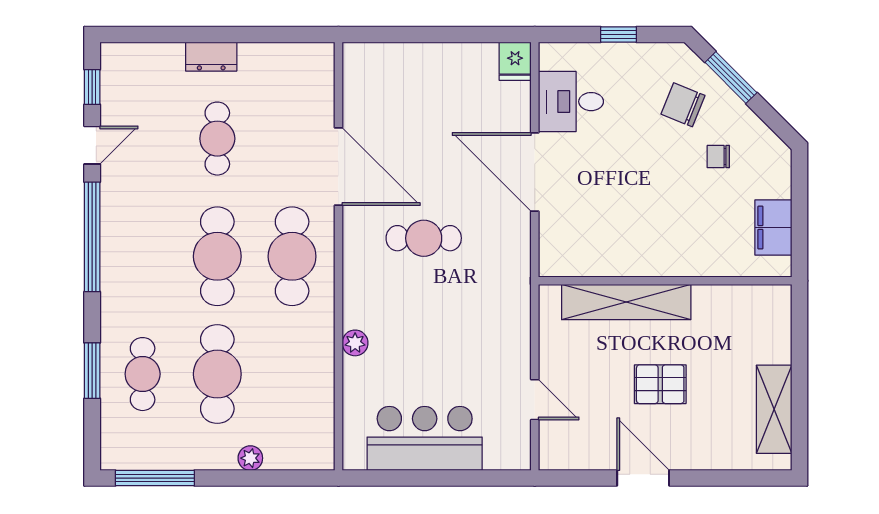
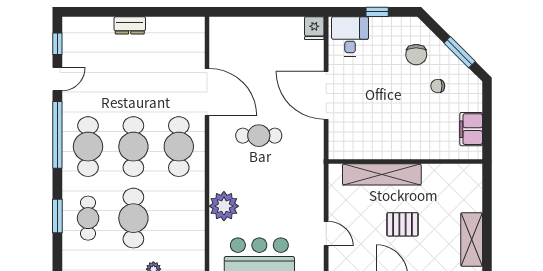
window: (731, 78) -> (460, 52), moved
desk: (571, 102) -> (350, 36), moved, turned 90
chair: (683, 105) -> (416, 55), turned -112
cafe table: (217, 139) -> (88, 147), moved, width x1.37, depth x1.35
plant: (355, 343) -> (224, 206), width x1.87, depth x1.87

